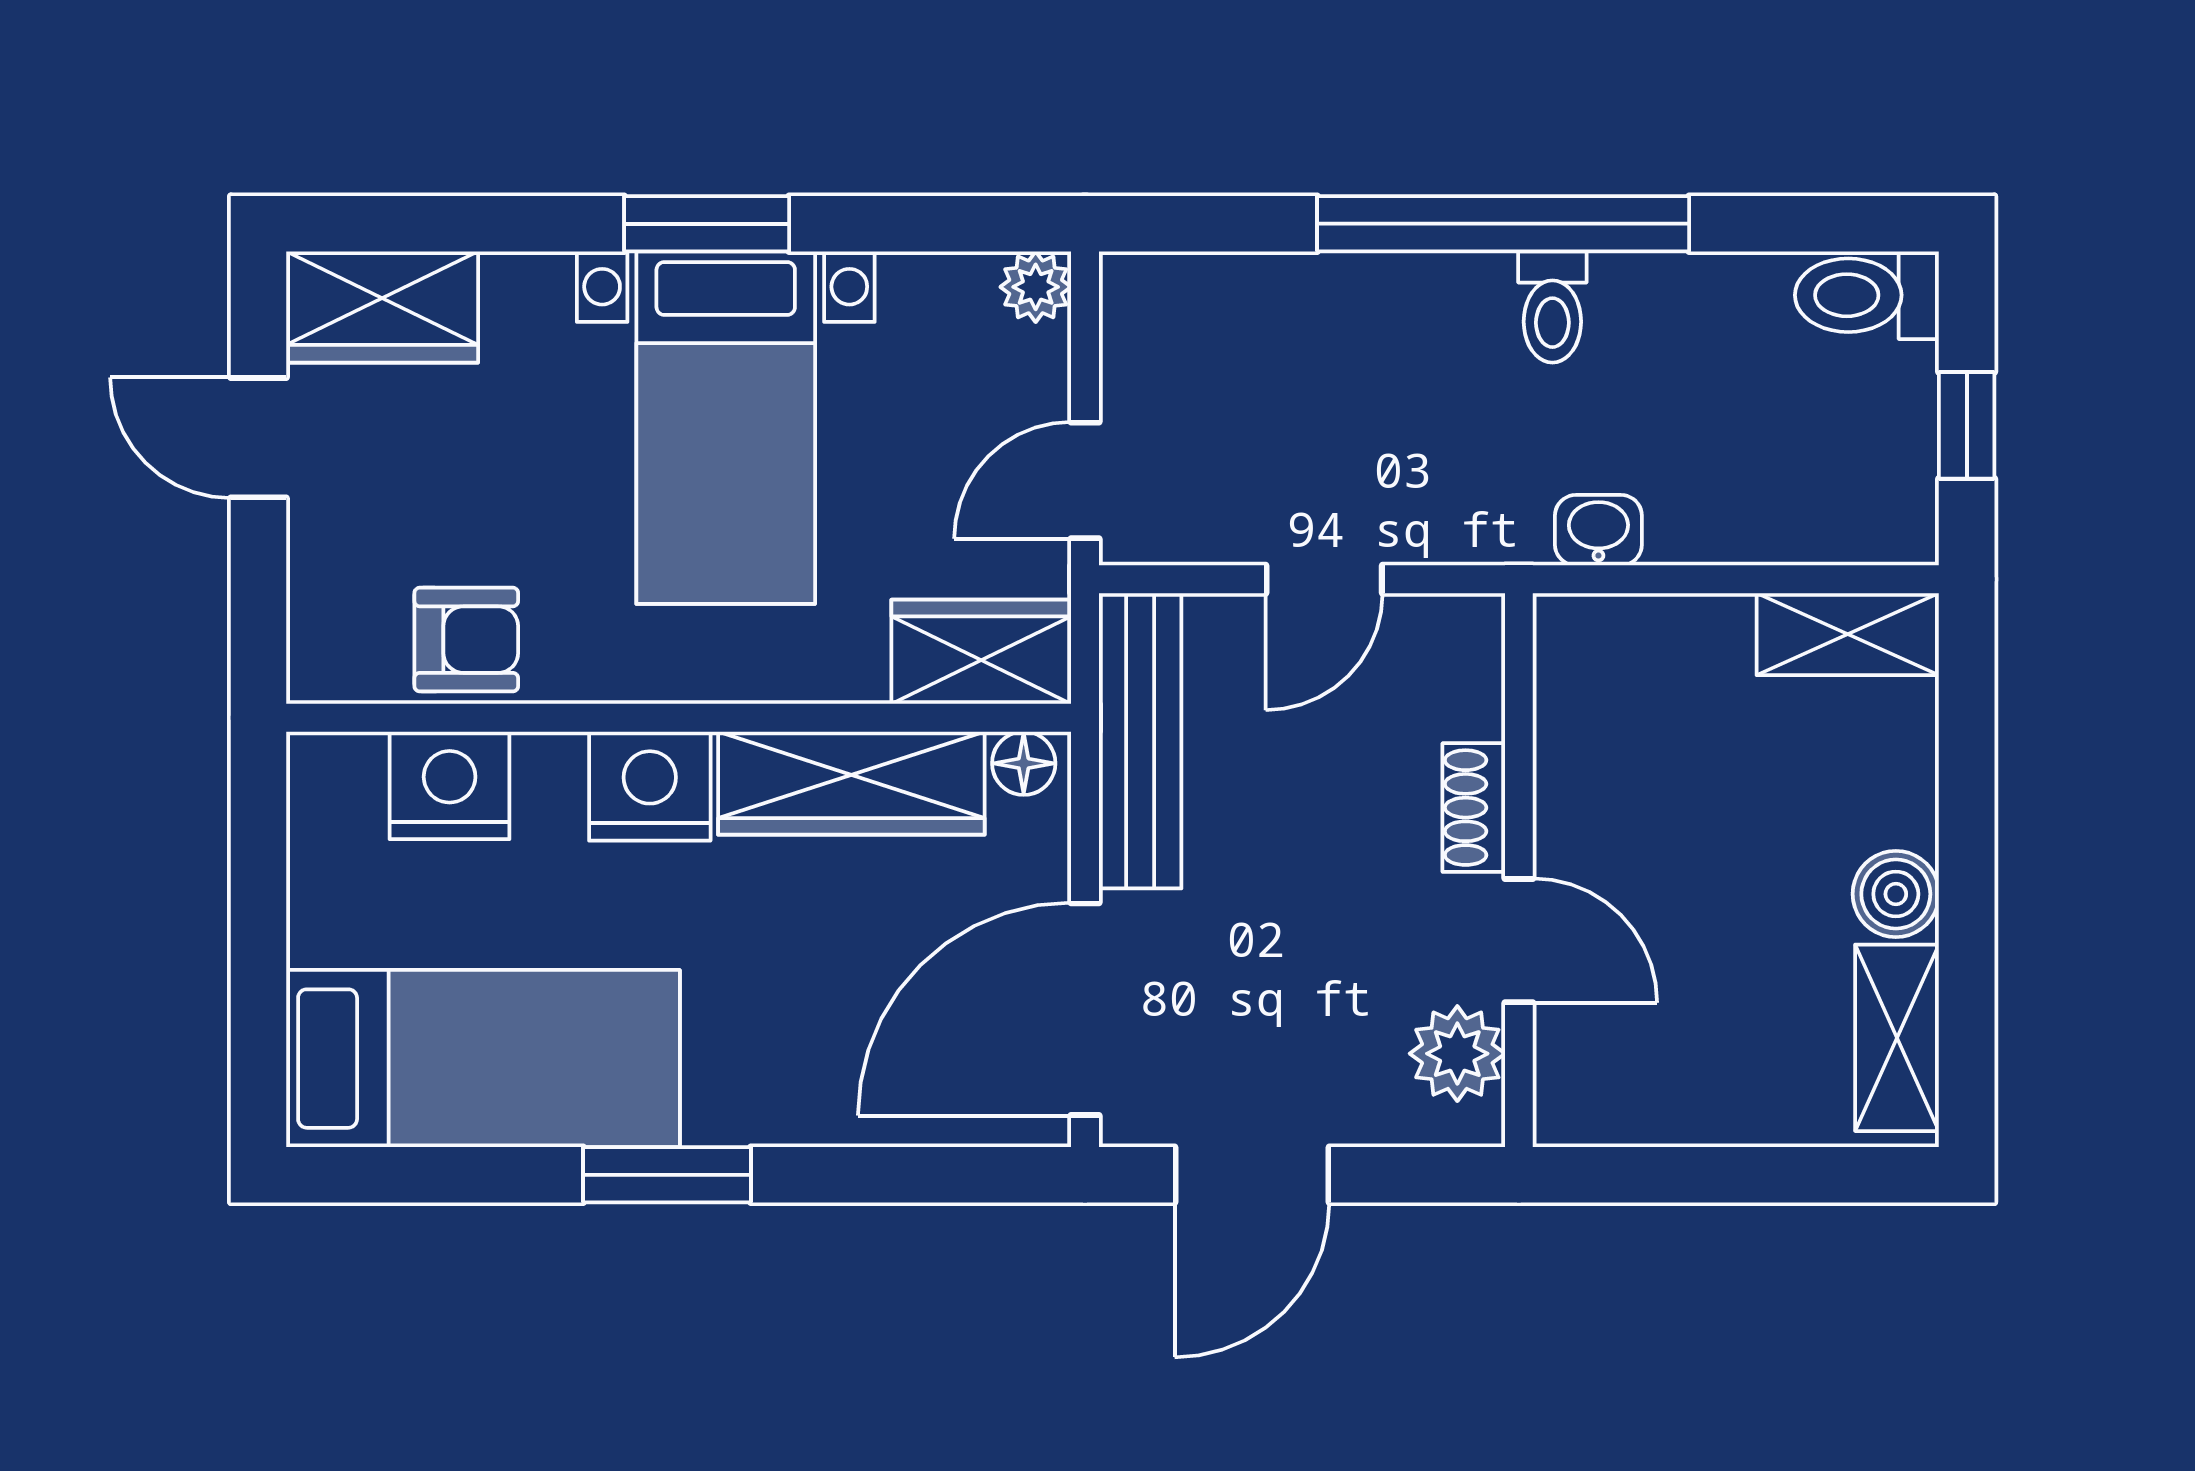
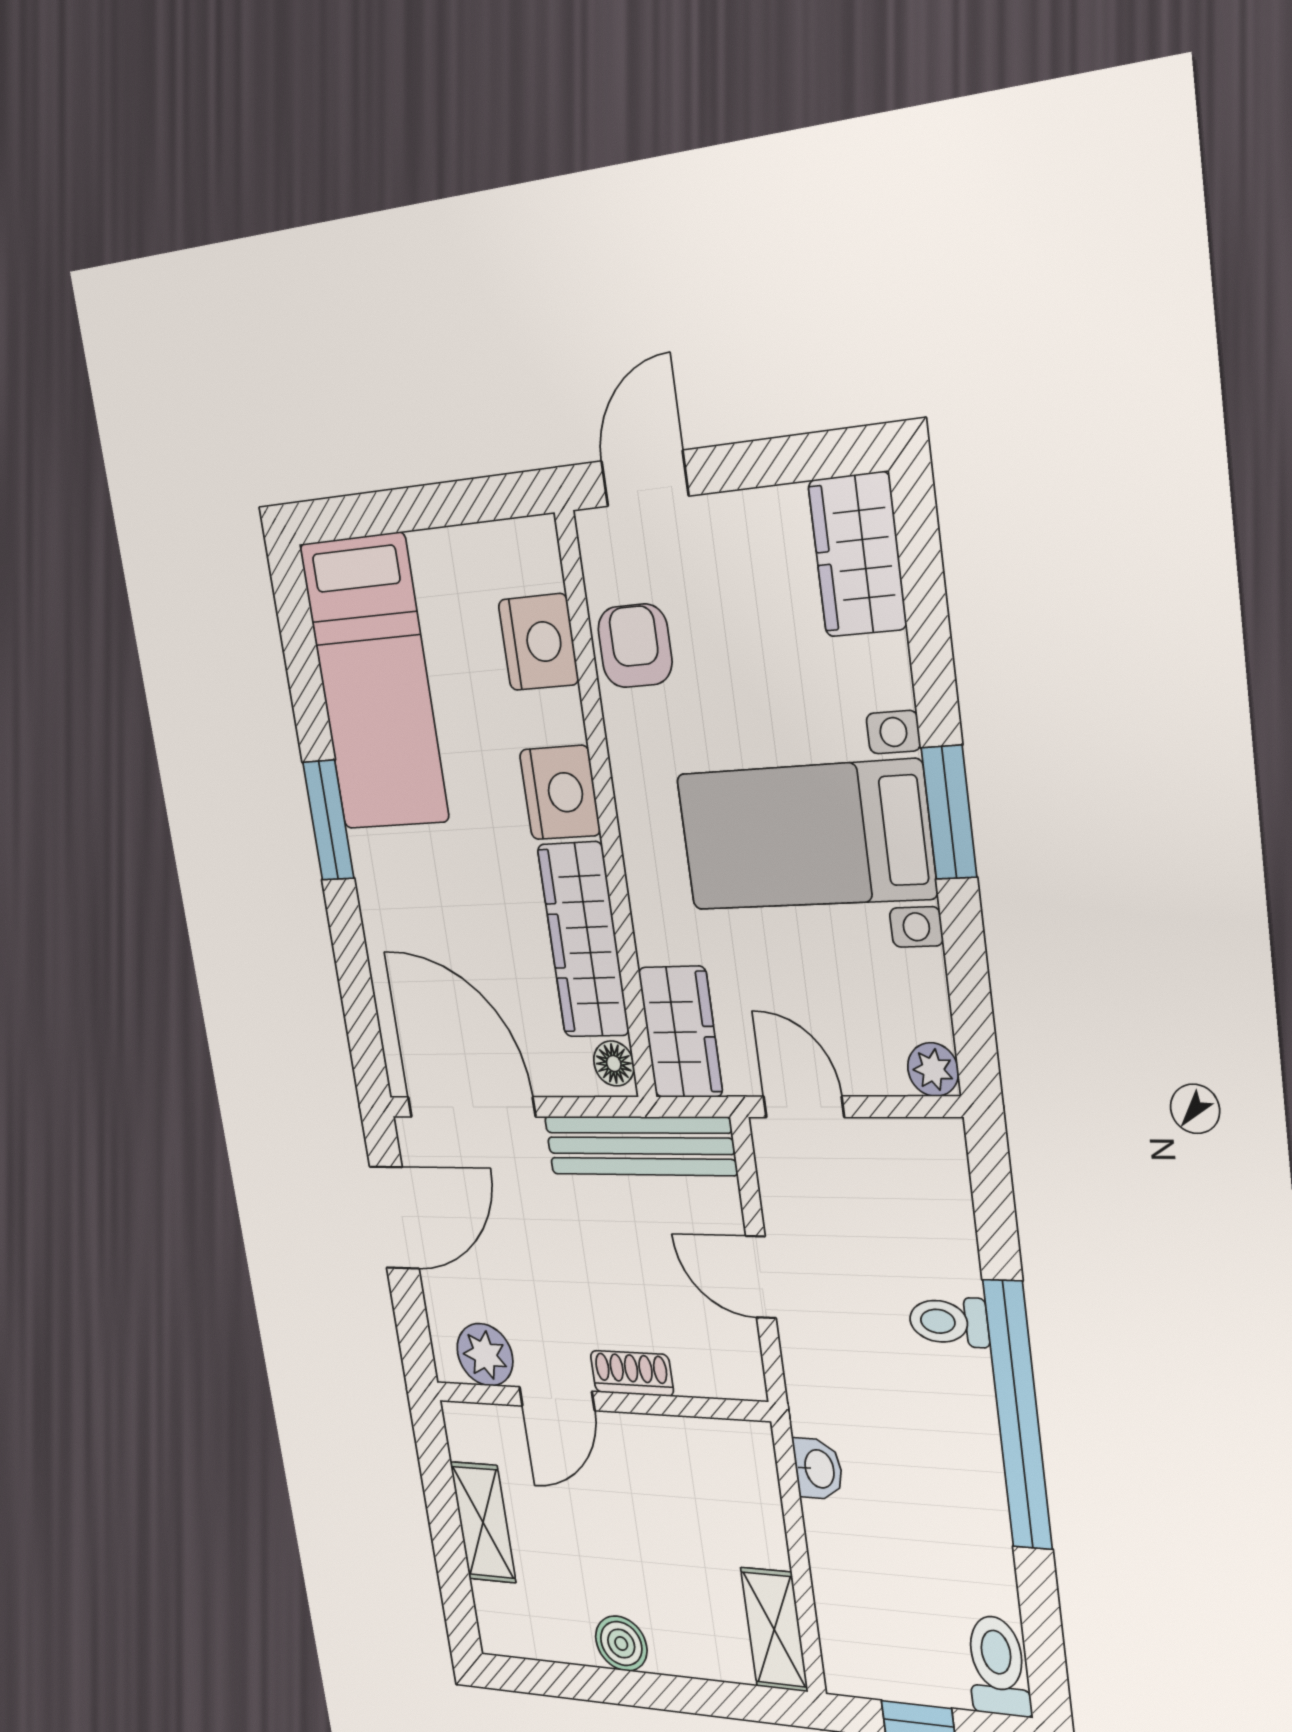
toilet: (1552, 307) -> (949, 1322), moved
door: (259, 438) -> (645, 478), moved
armchair: (466, 640) -> (635, 646), turned 180
shelving: (1897, 1038) -> (483, 1522), moved, turned 90
door: (1252, 1175) -> (394, 1218), swing flipped

